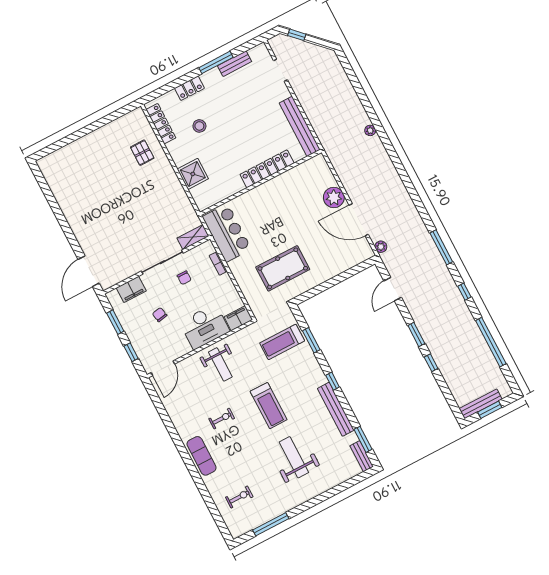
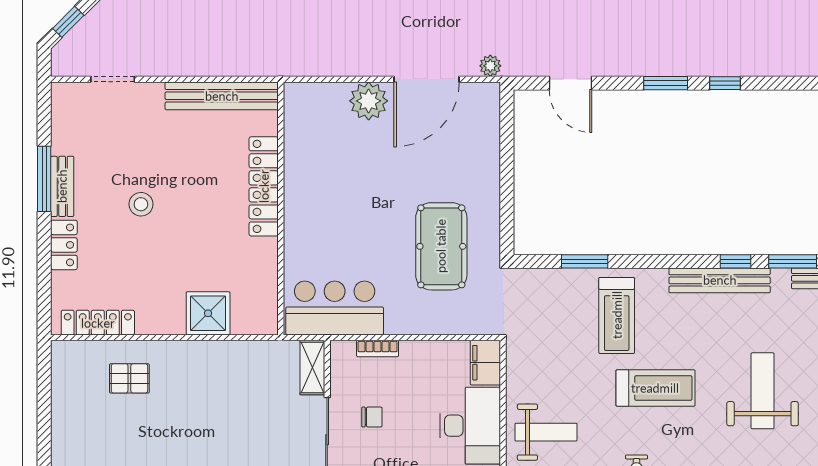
bench: (235, 64) -> (62, 186), moved
stool: (199, 126) -> (141, 204), moved
treadmill: (282, 342) -> (617, 315), moved
window: (333, 381) -> (735, 261), moved
weight bench: (294, 457) -> (763, 391), turned 90

